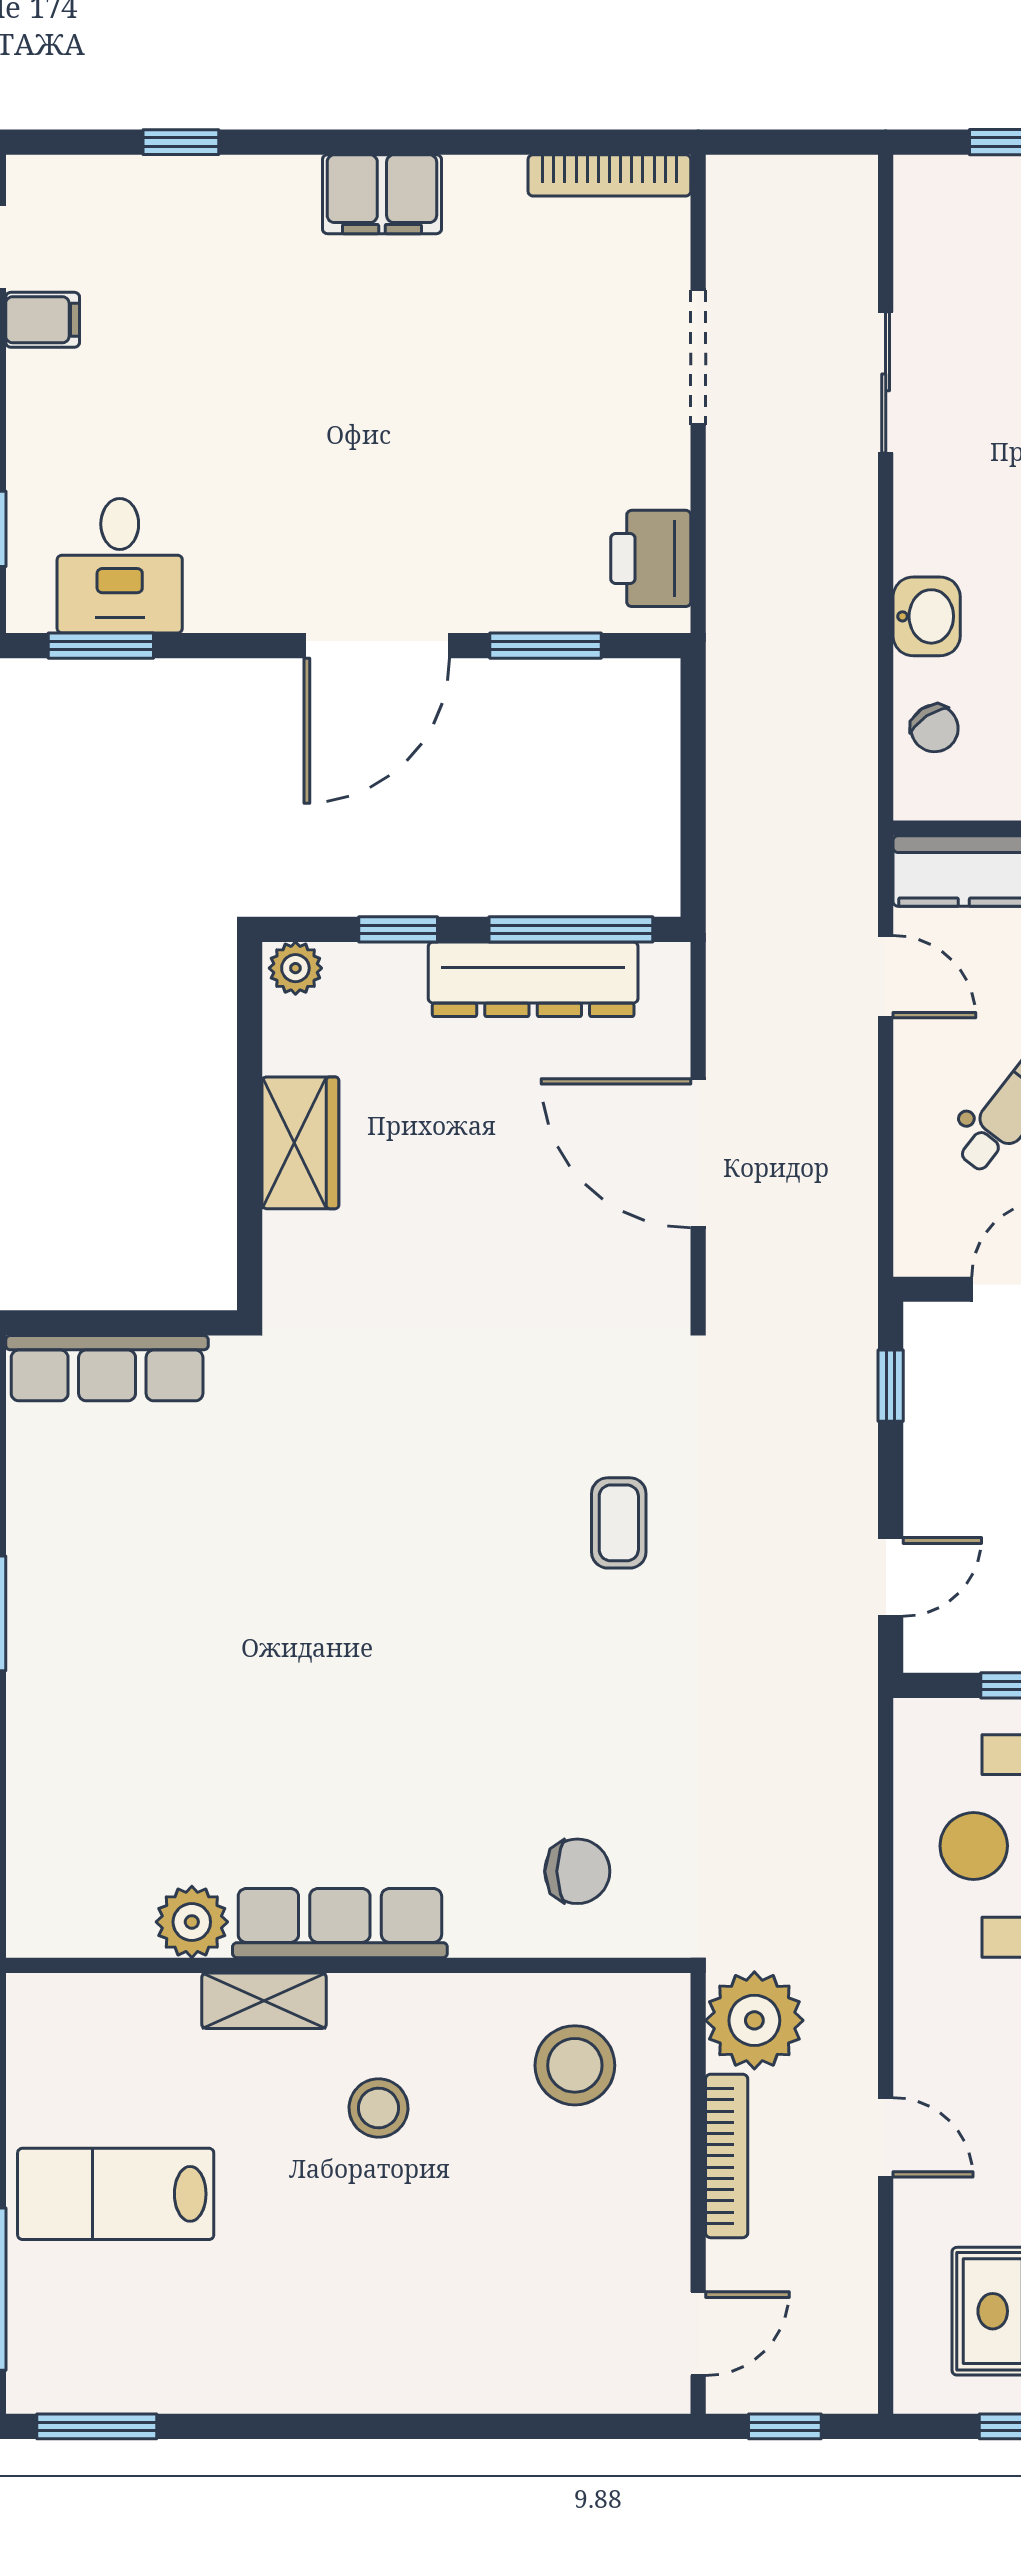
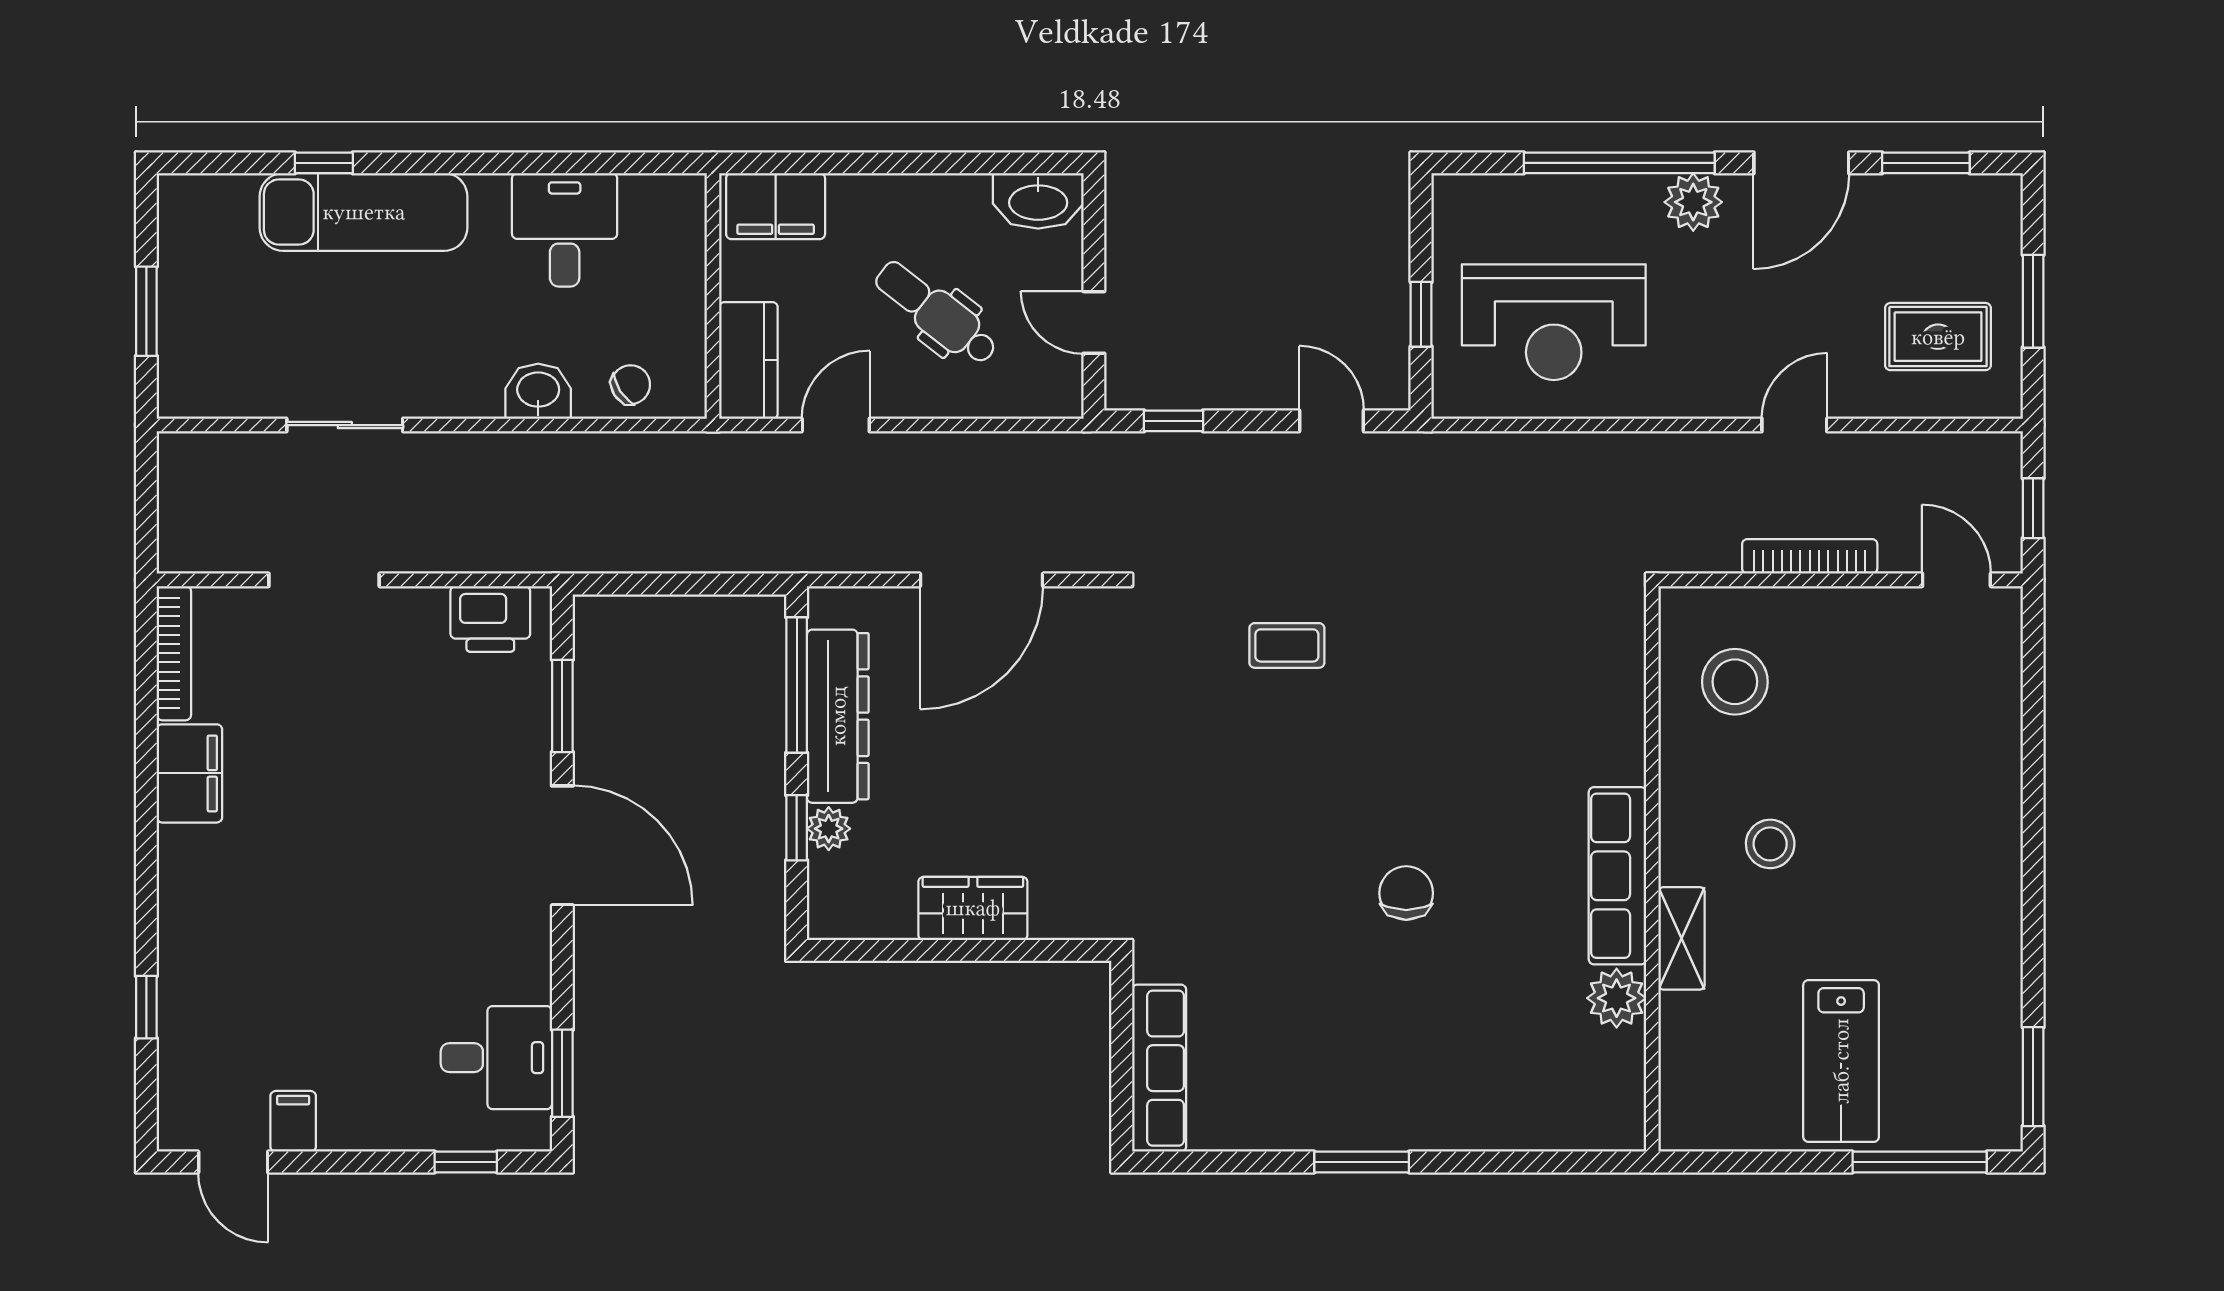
filing cabinet: (382, 194) -> (189, 773), moved
plant: (295, 968) -> (829, 829), moved
chair: (577, 1871) -> (1406, 893), moved
plant: (754, 2020) -> (1698, 533), removed

